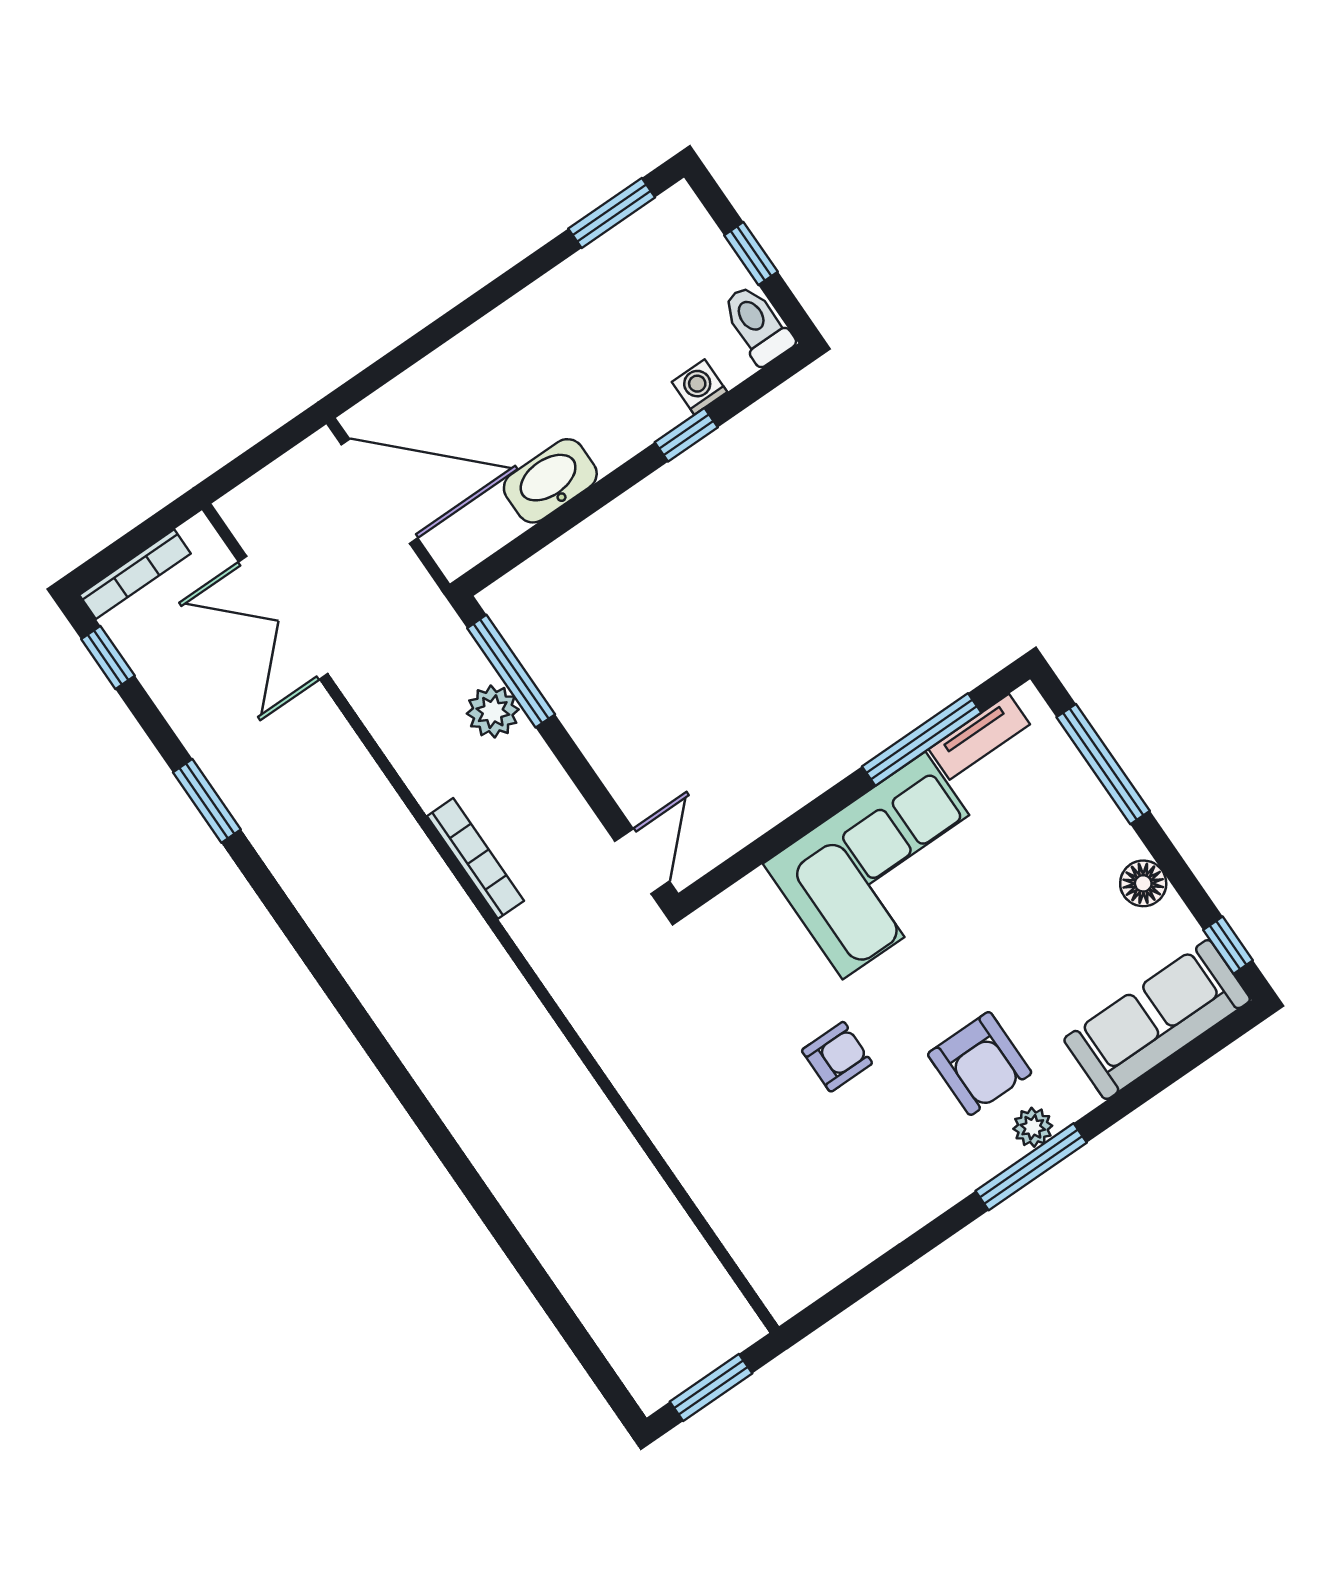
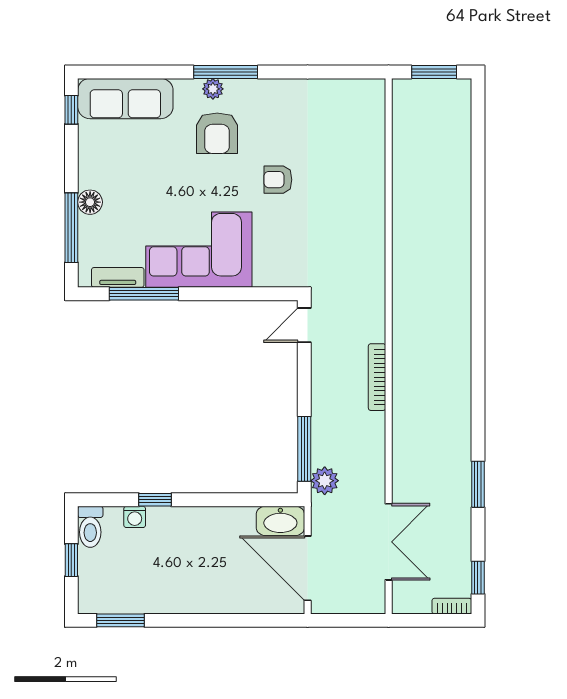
washbasin: (550, 481) -> (280, 521), moved
bookcase: (135, 574) -> (452, 606), width x0.64
plant: (493, 712) -> (325, 481), moved
floor lamp: (1143, 883) -> (90, 202), moved
armchair: (980, 1063) -> (217, 133), turned 180

